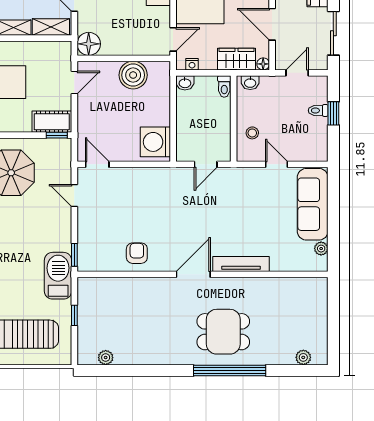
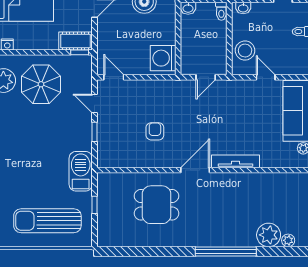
stool: (252, 133) -> (245, 51), width x1.89, depth x1.89
armchair: (137, 253) -> (155, 131), moved
window: (74, 255) -> (94, 132), moved
dining table: (223, 332) -> (157, 205), moved
plant: (106, 358) -> (269, 235), moved, width x1.87, depth x1.87

